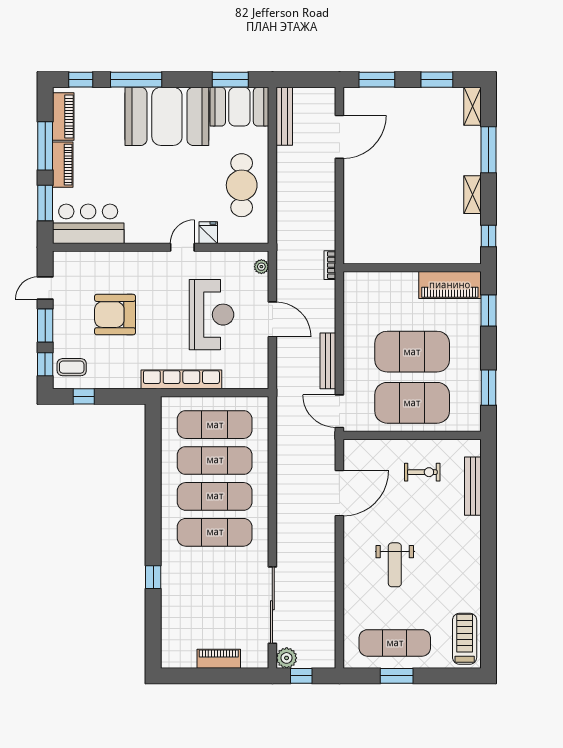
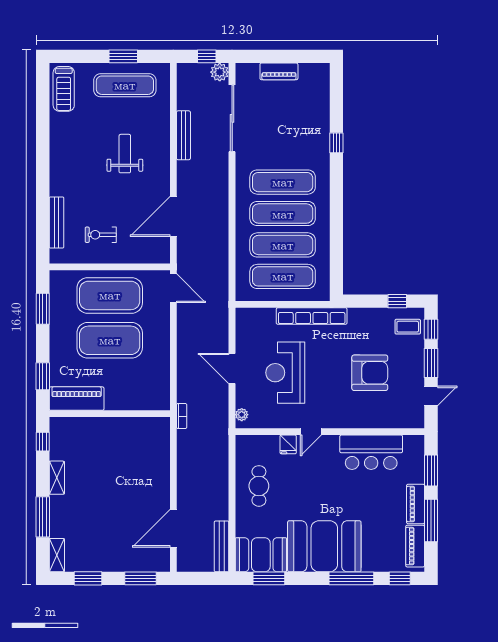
cafe table: (242, 185) -> (259, 486), width x0.73, depth x0.74
bar counter: (88, 224) -> (371, 452), moved
bench: (328, 361) -> (183, 135), moved

